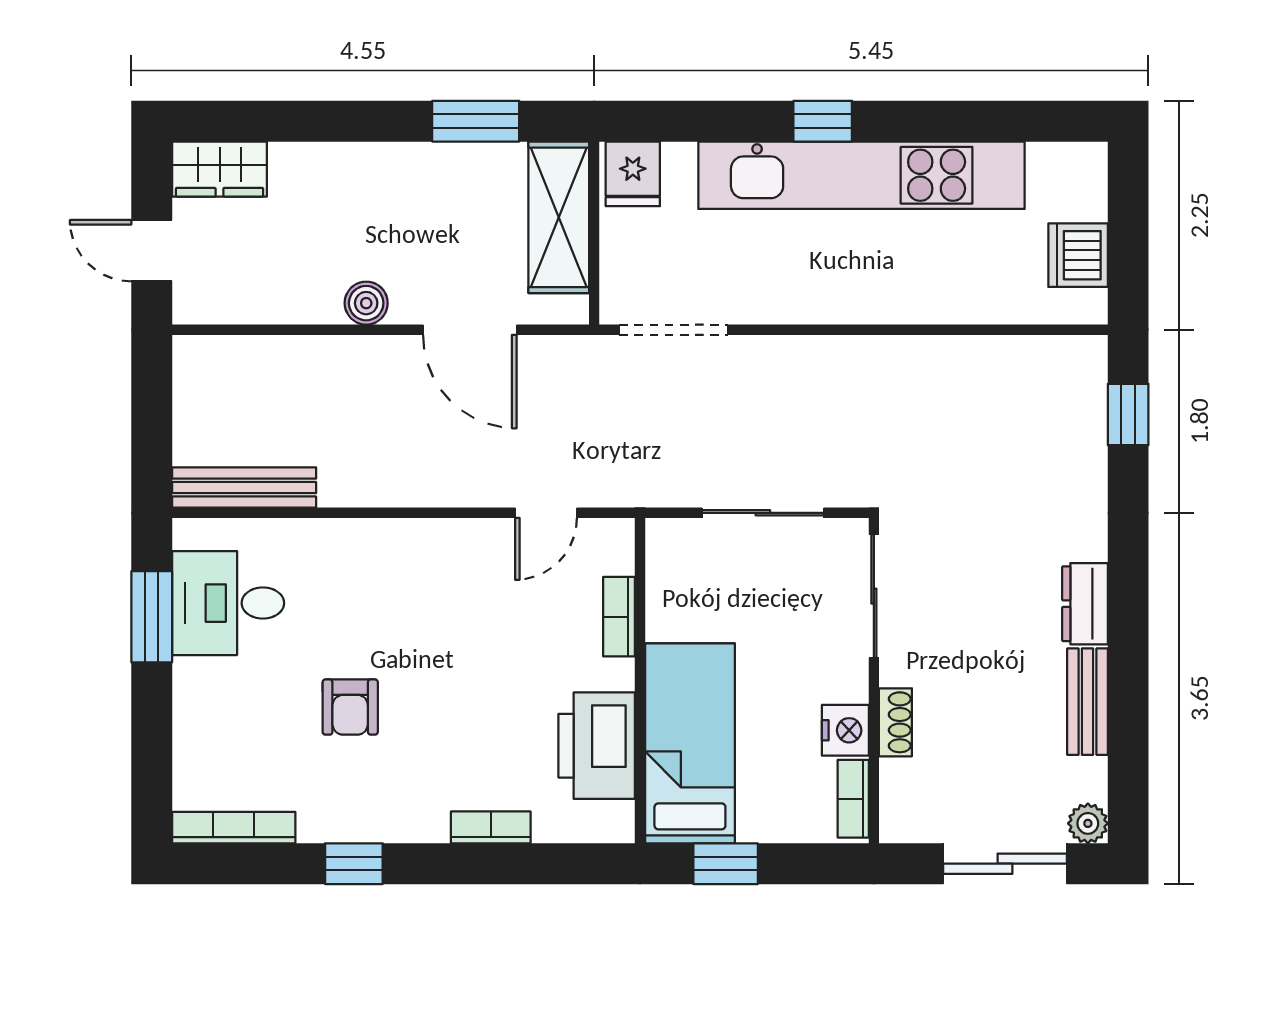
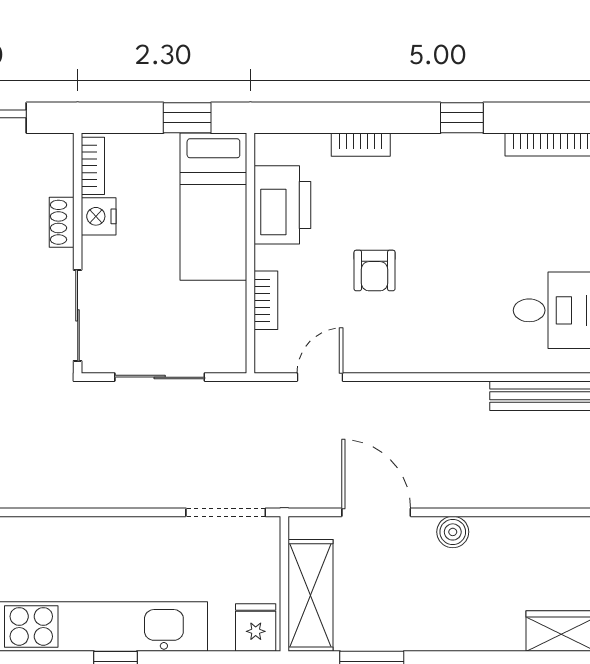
armchair: (350, 707) -> (375, 270), moved, turned 180

